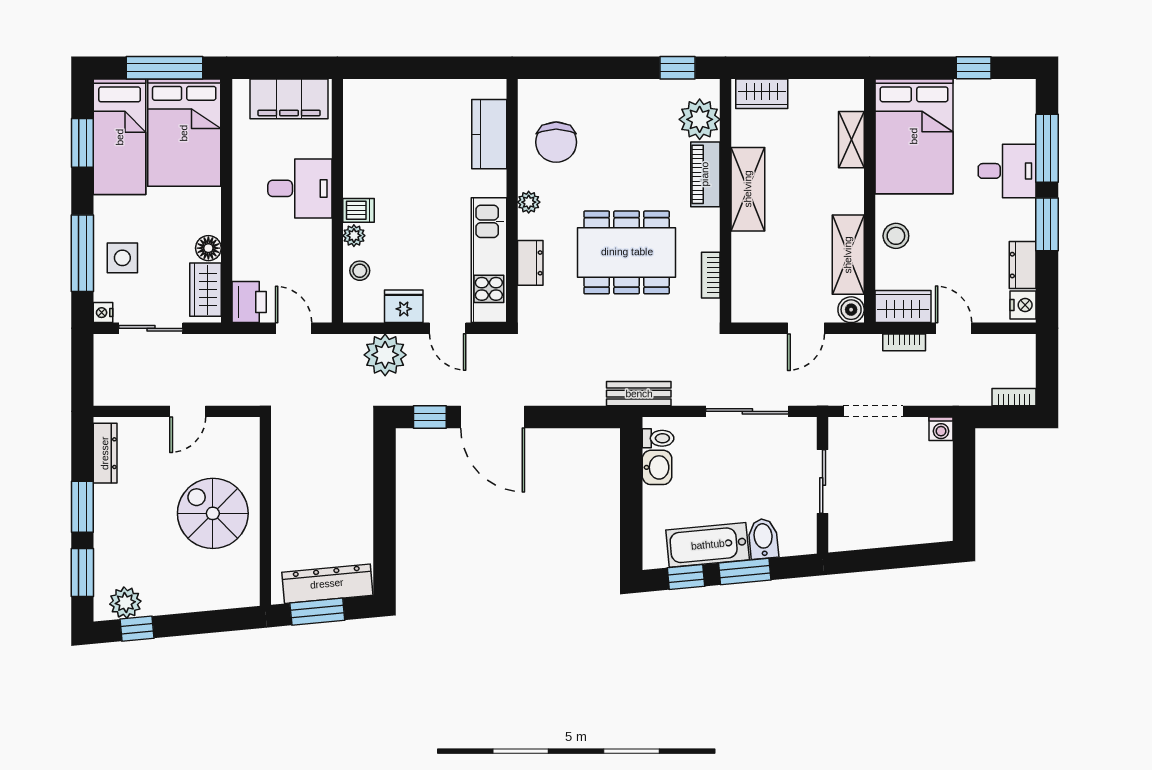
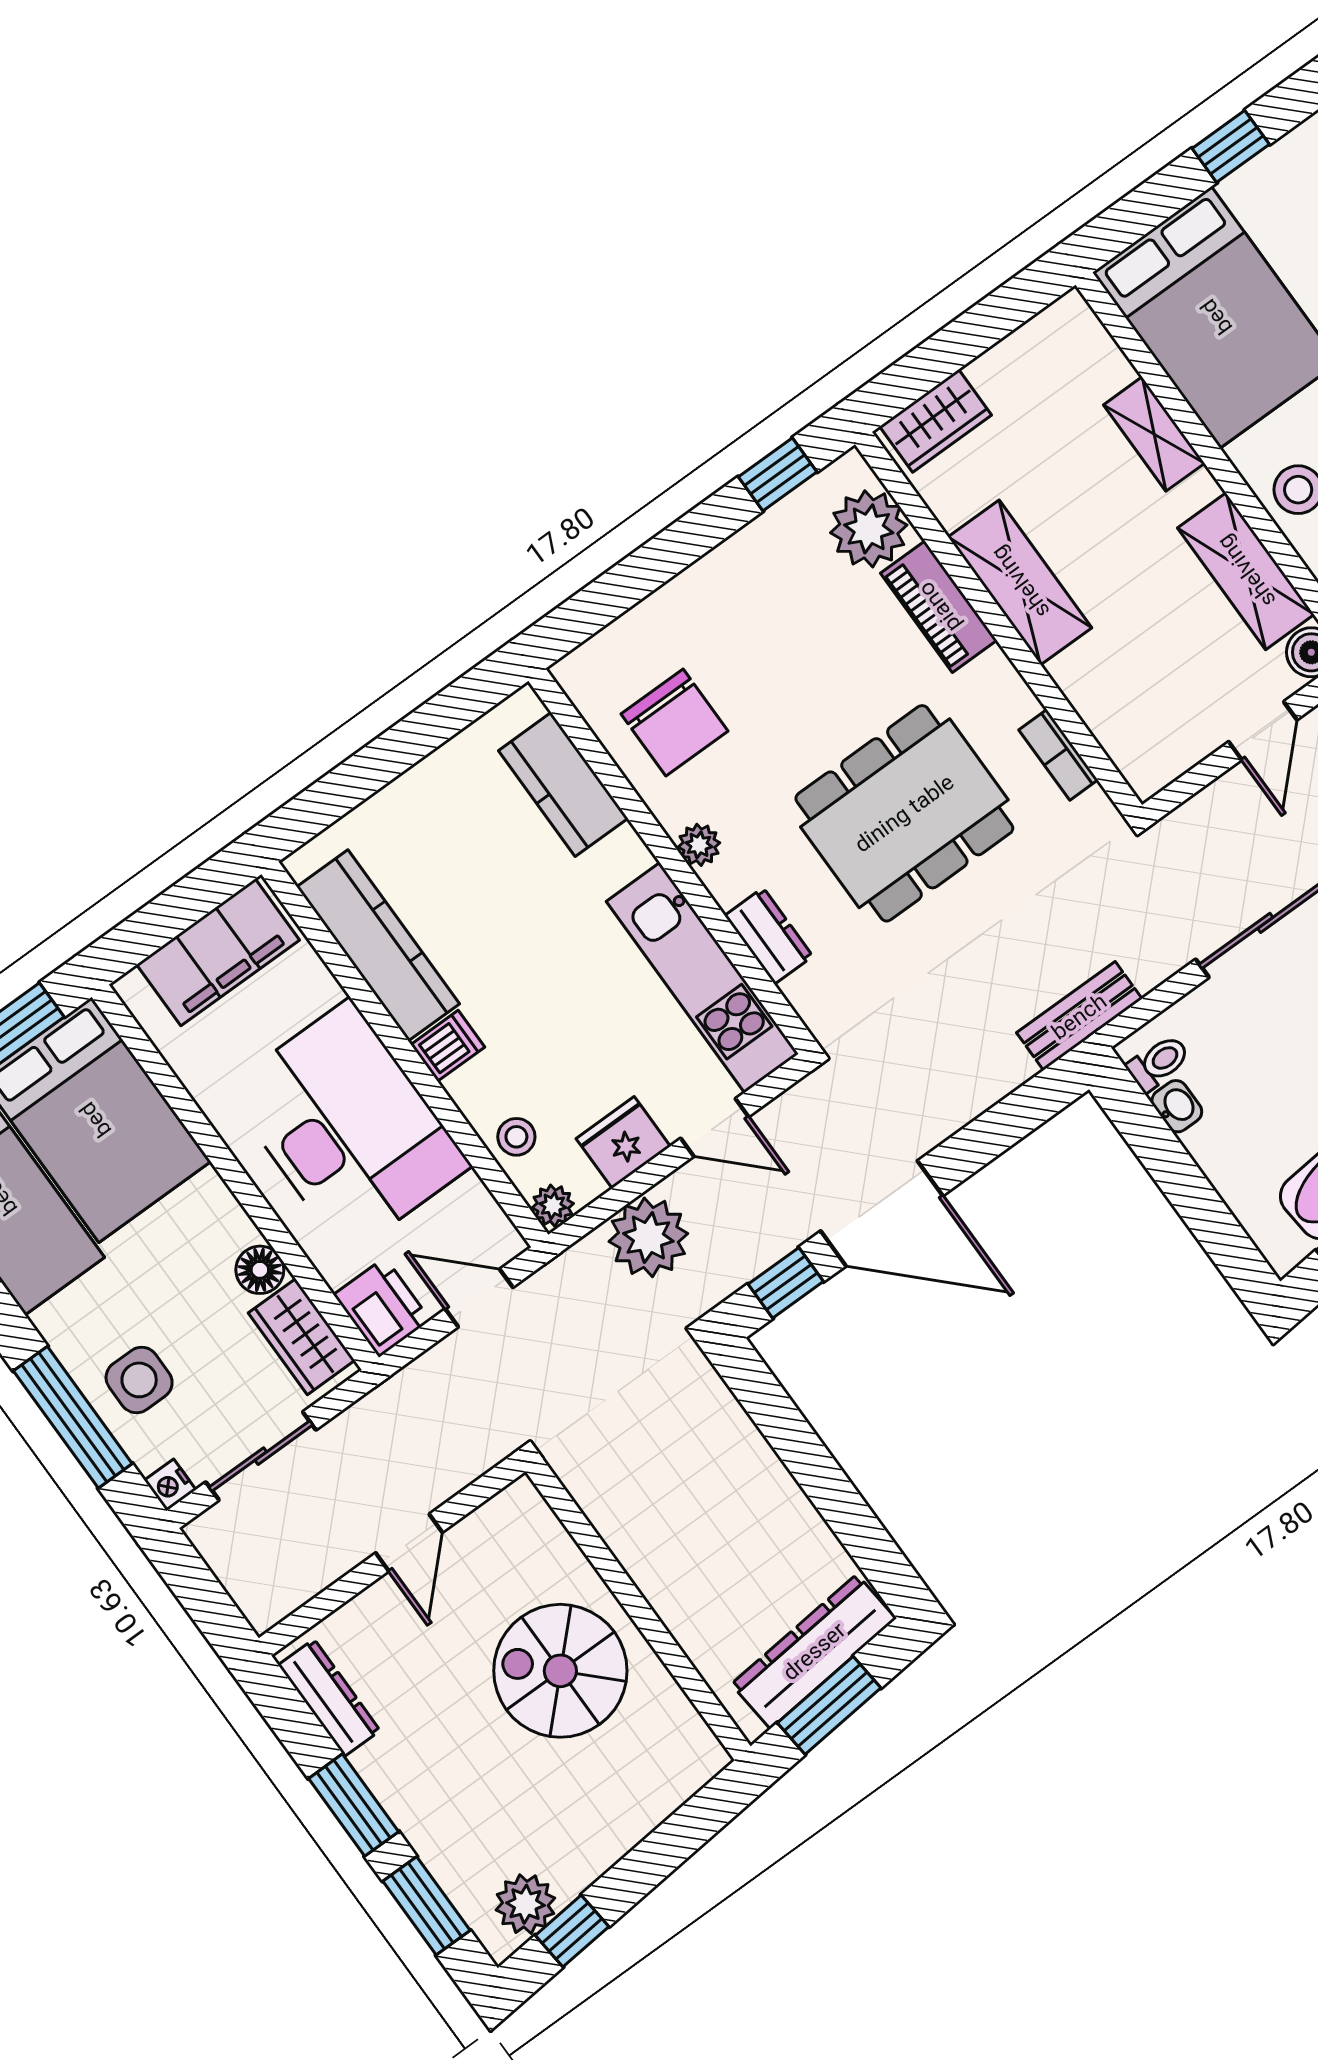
shelving: (851, 140) -> (1154, 434), moved
kitchen counter: (360, 146) -> (378, 945), added
desk: (300, 188) -> (348, 1127), width x1.87, depth x1.30
plant: (354, 236) -> (553, 1206), moved
washbasin: (657, 467) -> (1177, 1106), width x0.72, depth x0.69

